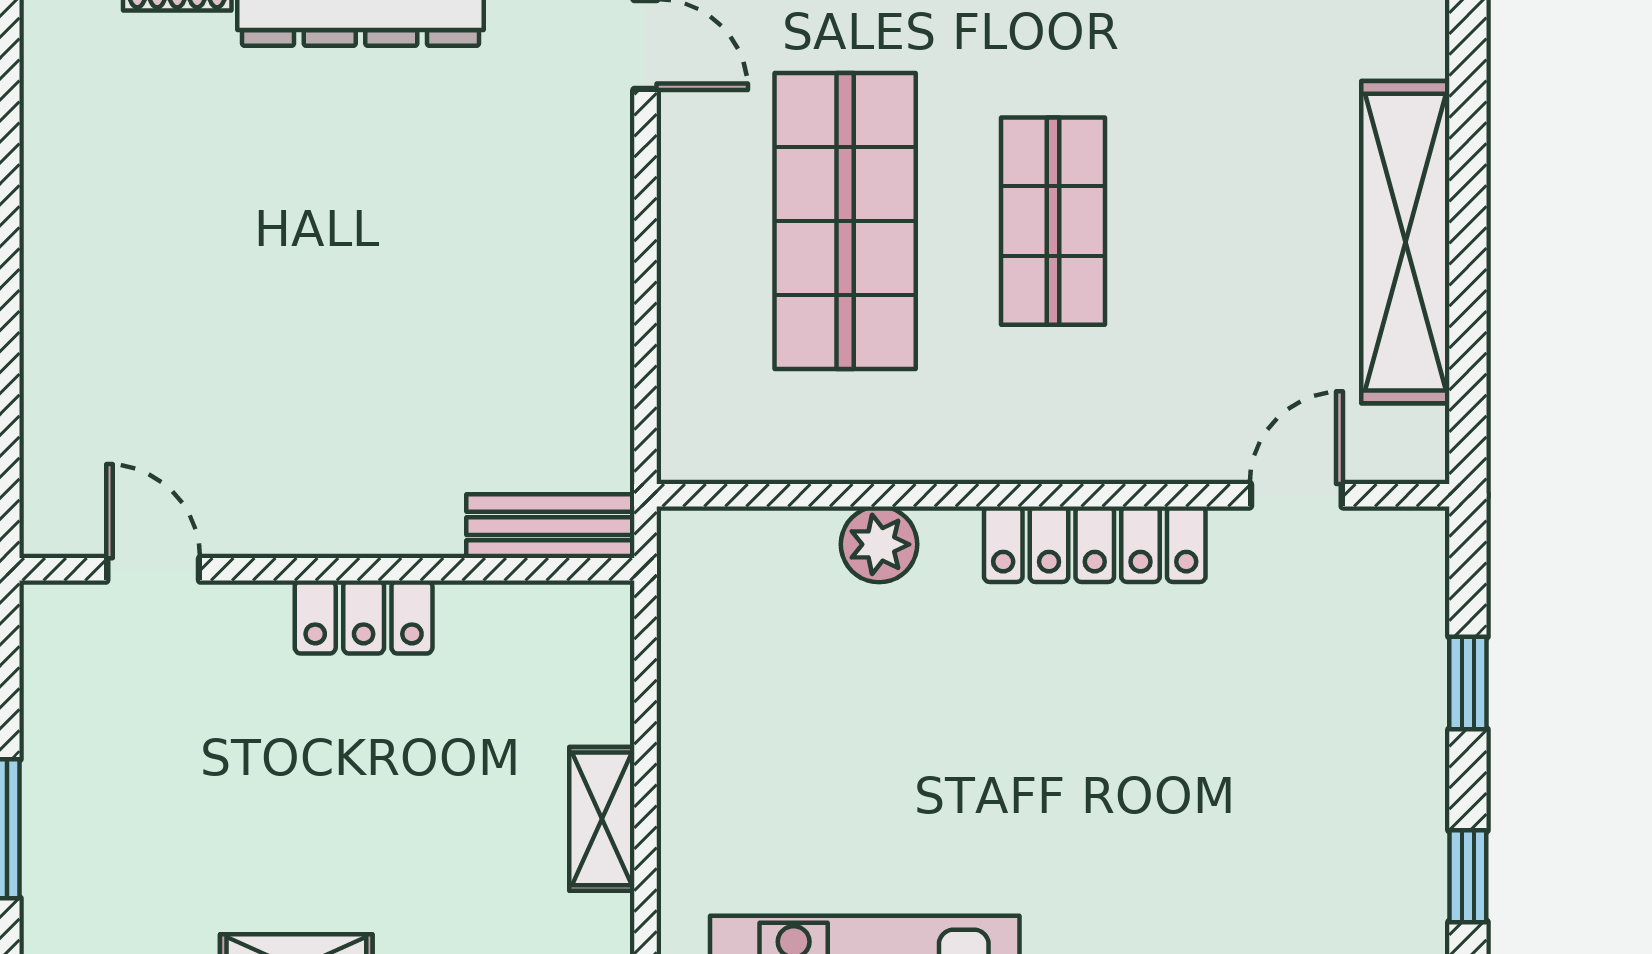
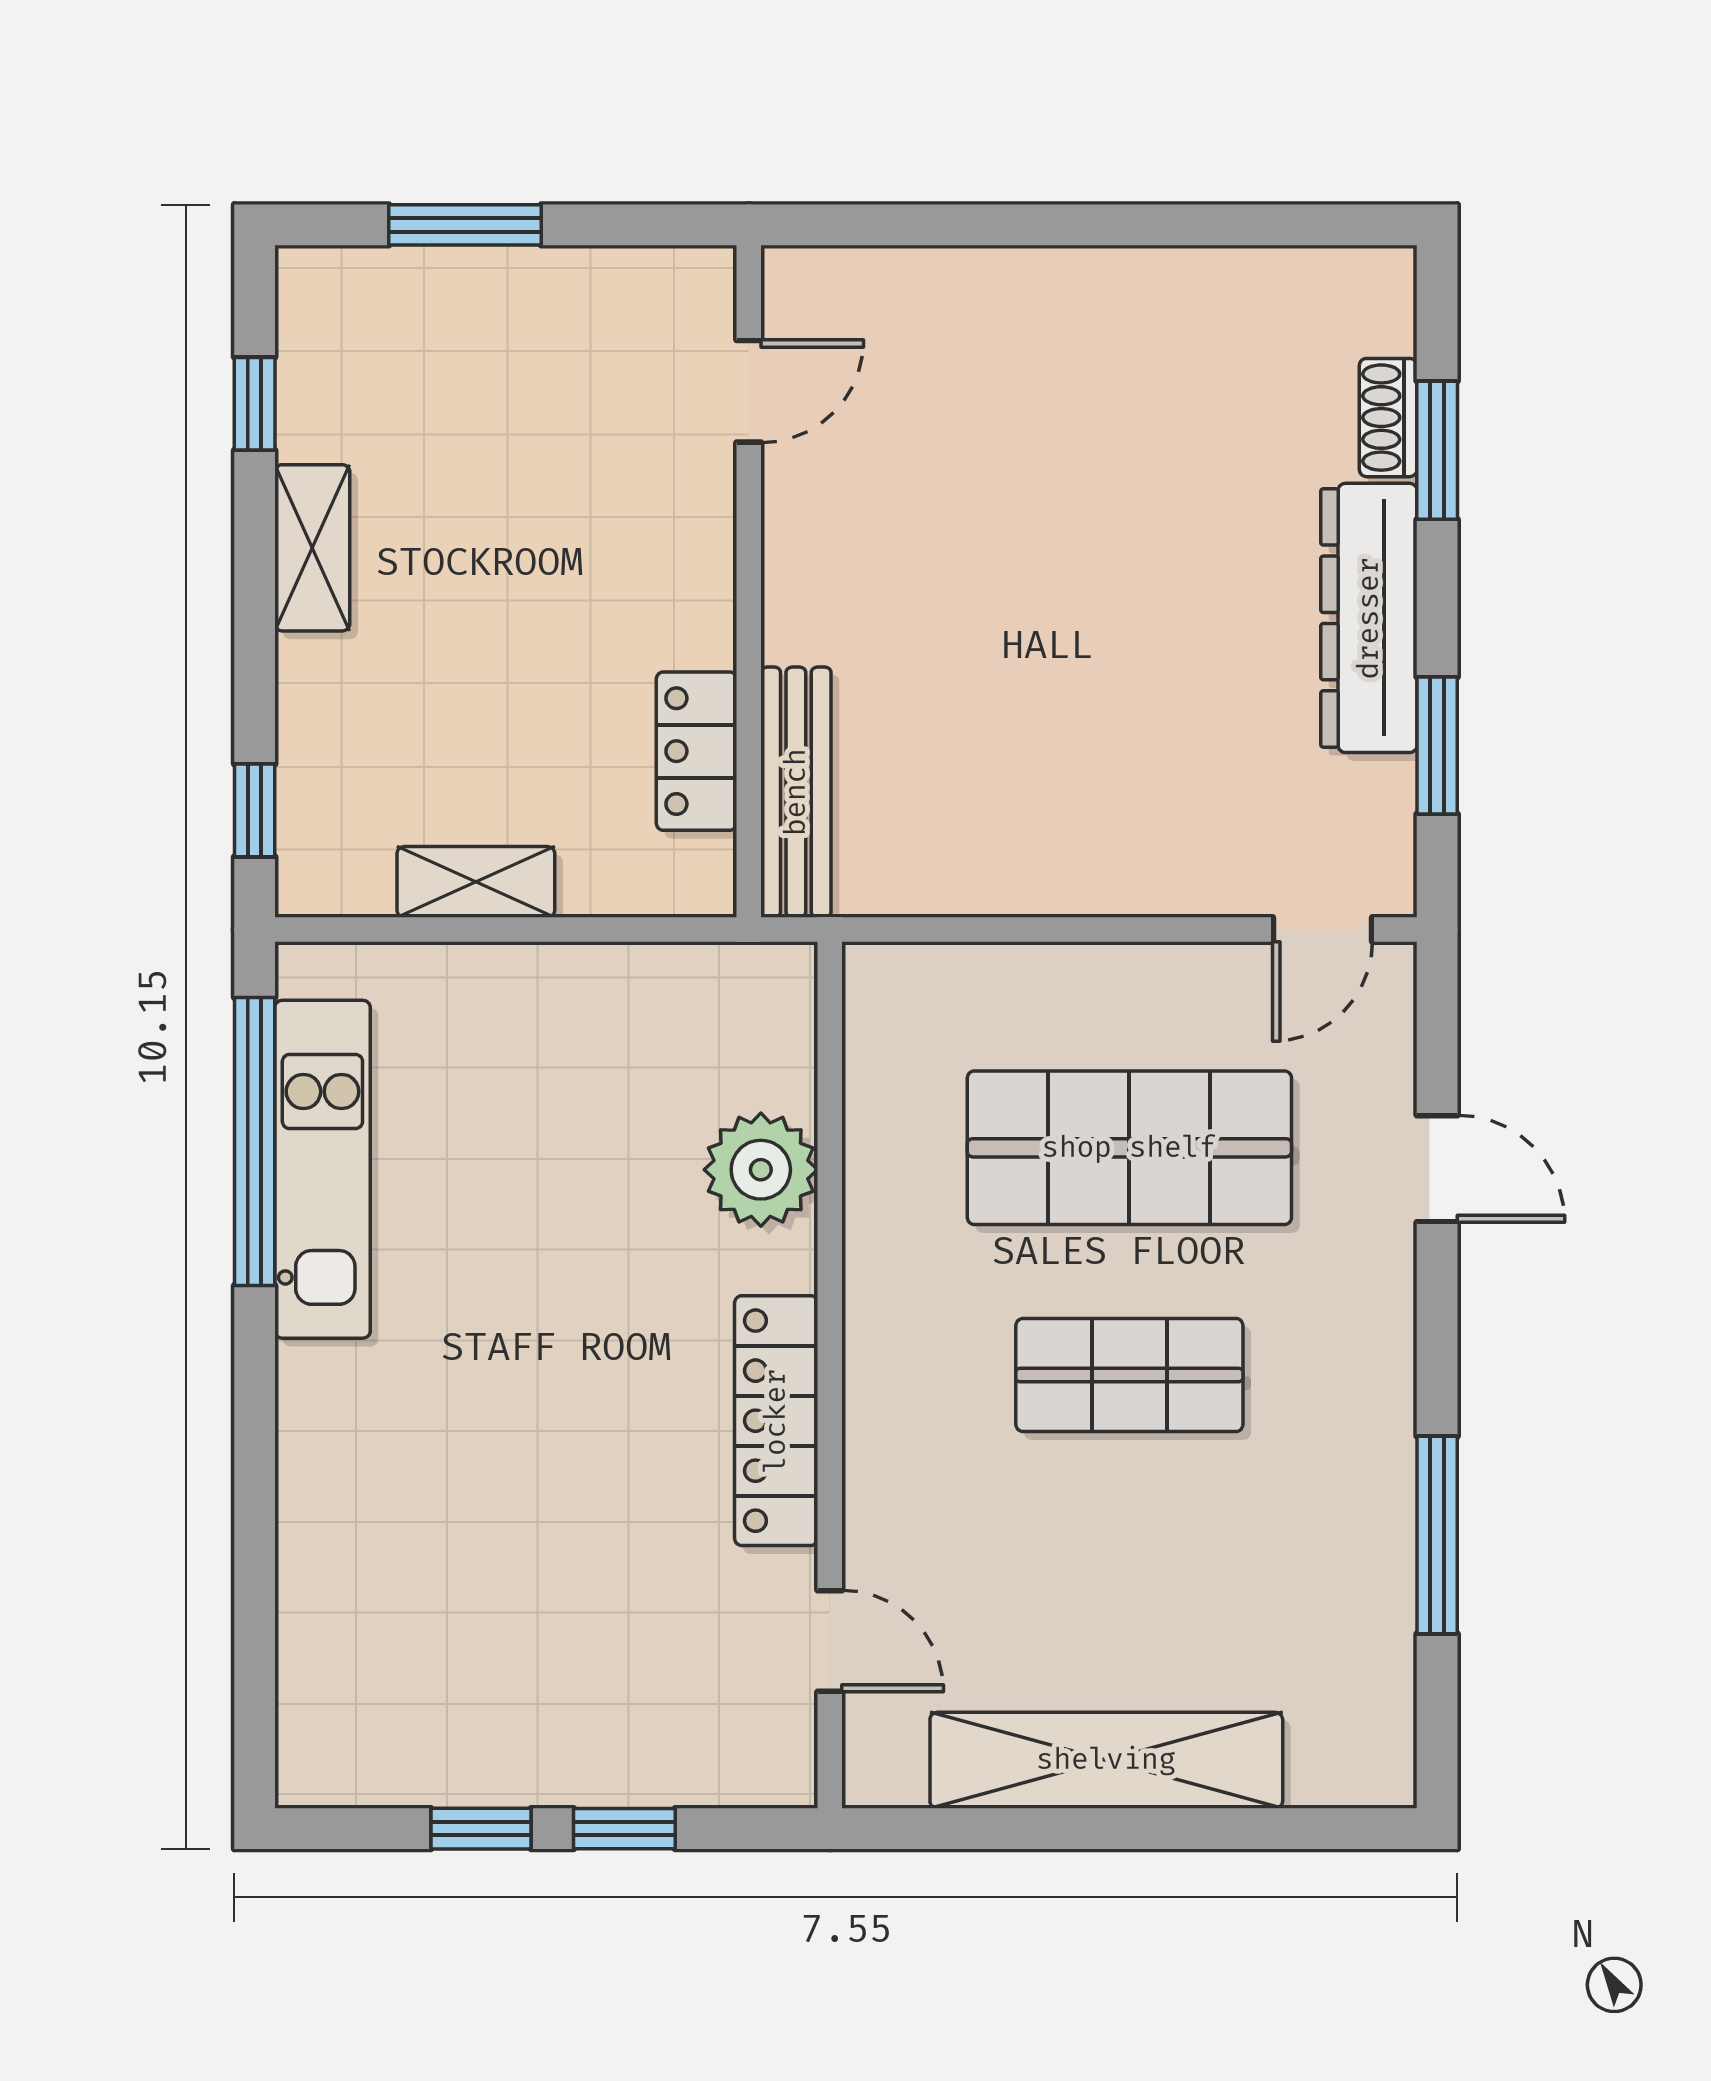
bench: (550, 526) -> (796, 792), width x1.36
plant: (879, 544) -> (761, 1170), width x1.36, depth x1.36
locker: (364, 617) -> (696, 751), moved
window: (1468, 876) -> (481, 1829), moved

